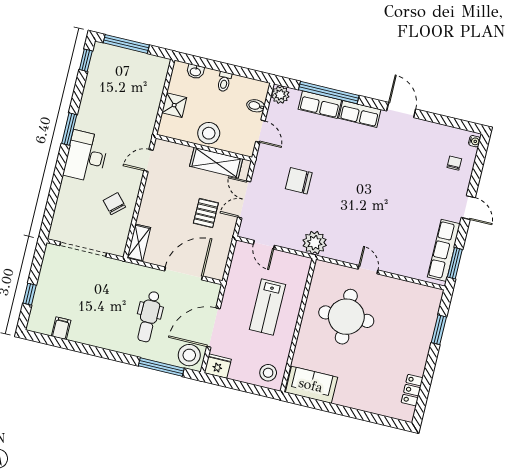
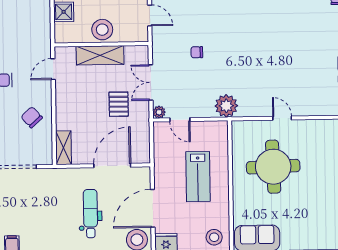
shelving: (216, 163) -> (100, 55), moved
chair: (299, 181) -> (197, 52), width x0.54, depth x0.54
plant: (245, 232) -> (159, 112), added
dental chair: (149, 317) -> (90, 214), turned 180

